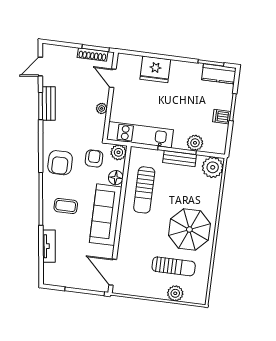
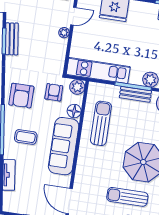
door: (113, 78) -> (73, 16), swing flipped
plant: (102, 108) -> (64, 33), moved
sun lounger: (144, 190) -> (101, 123), turned 180
sun lounger: (174, 266) -> (127, 197), turned 180

